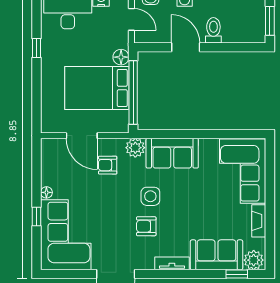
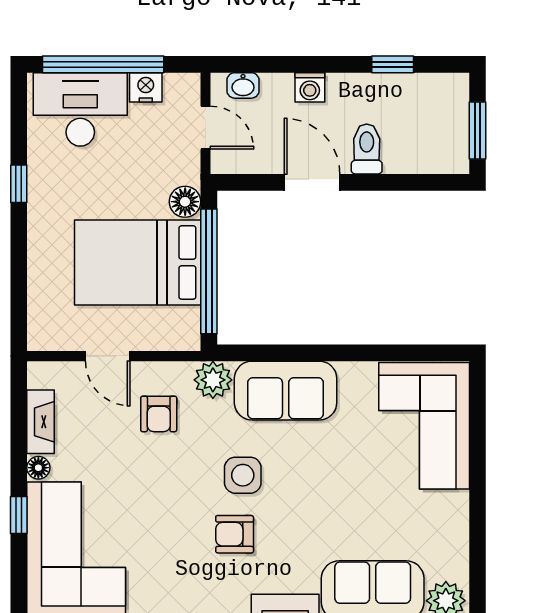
door: (82, 136) -> (108, 356), width x0.73
armchair: (108, 165) -> (159, 414), turned -90
fireplace: (259, 221) -> (41, 422), moved, turned 180

